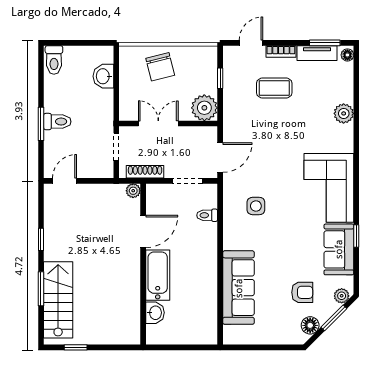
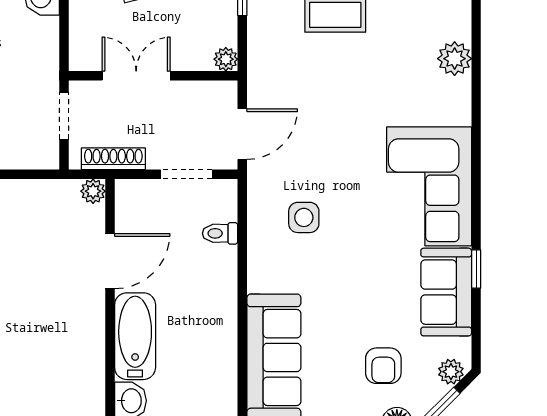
plant: (204, 108) -> (226, 59), width x0.53, depth x0.53
armchair: (302, 292) -> (383, 366), turned 90

